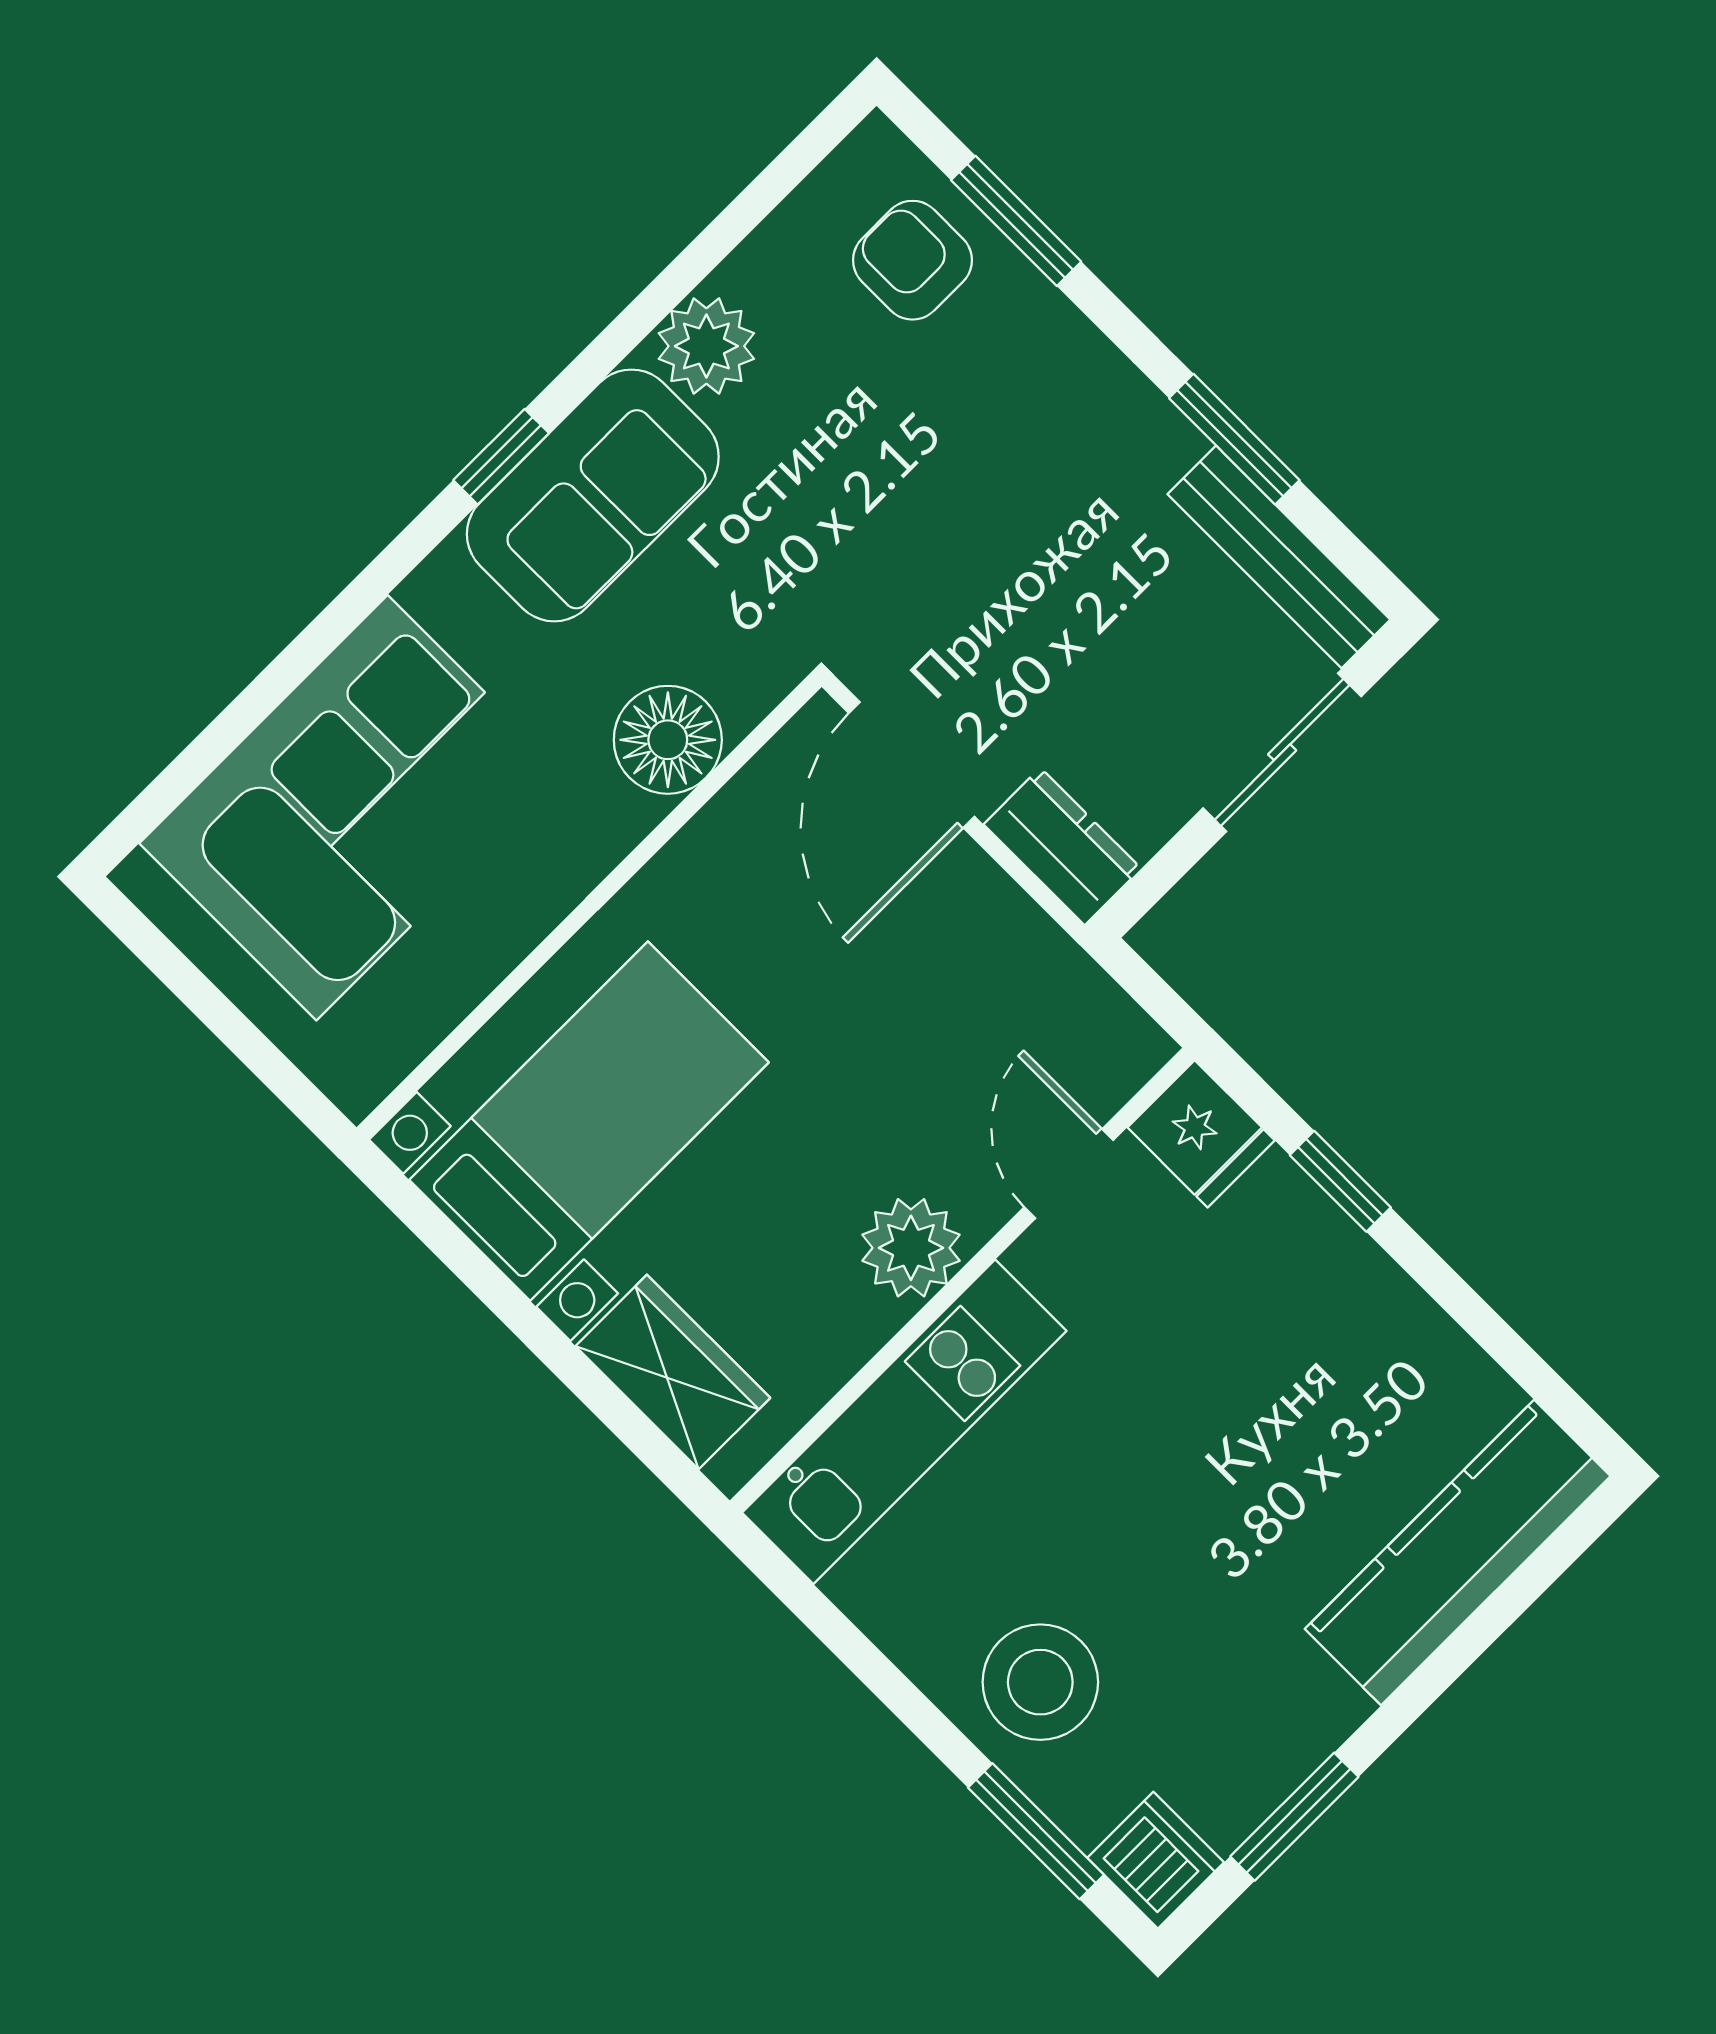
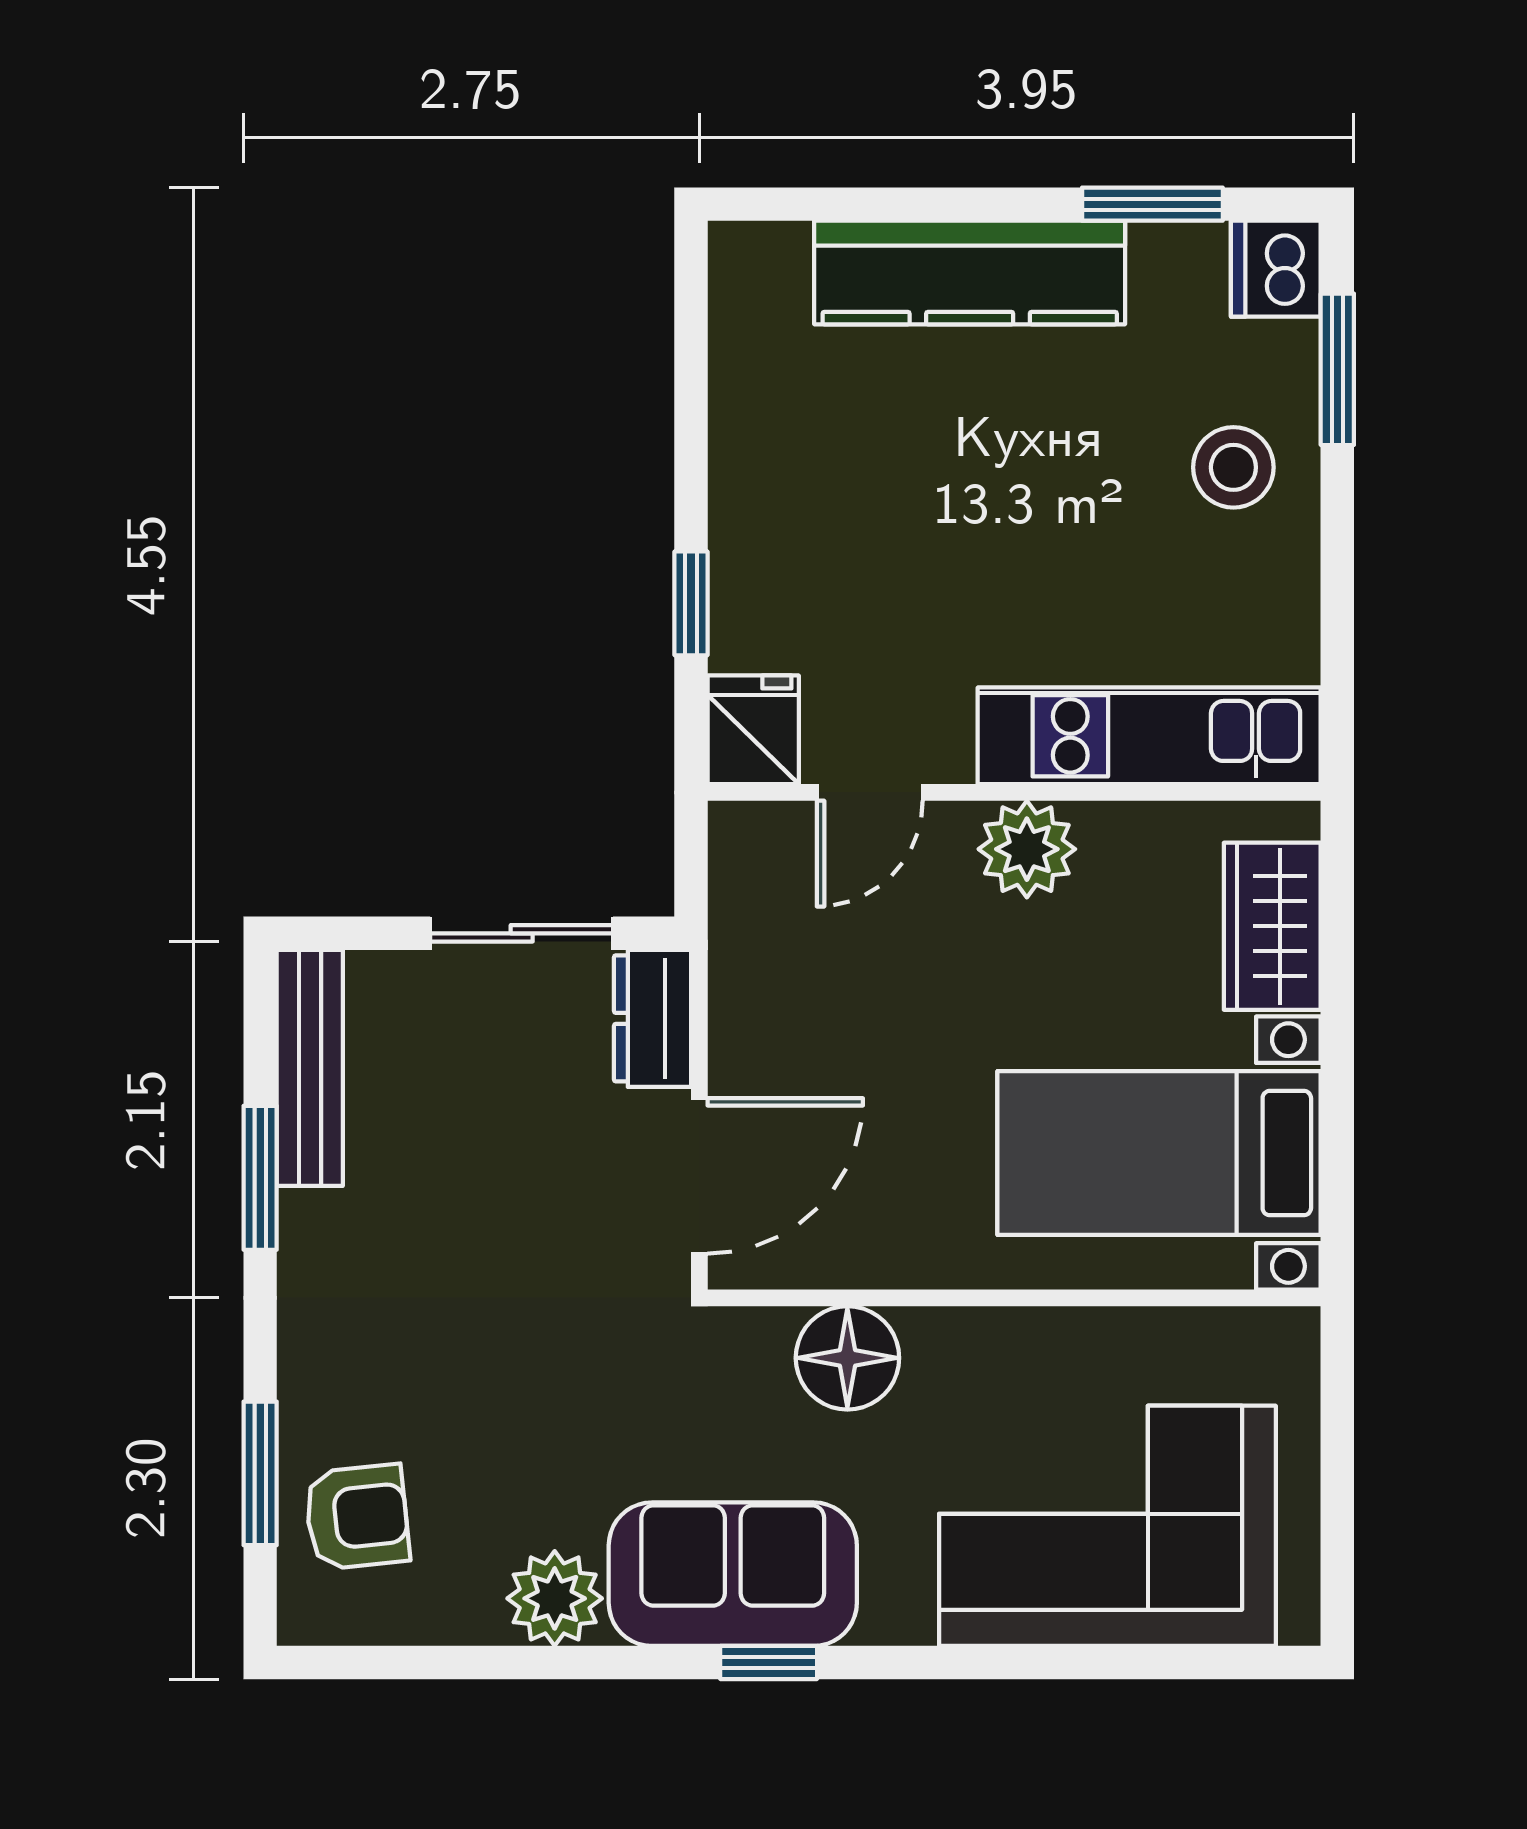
armchair: (912, 260) -> (357, 1517), turned -96
sliding door: (1282, 752) -> (522, 933), moved
kitchen counter: (1458, 1553) -> (970, 273), moved
stool: (1040, 1682) -> (1233, 467), width x0.73, depth x0.73

